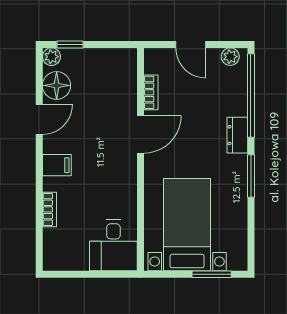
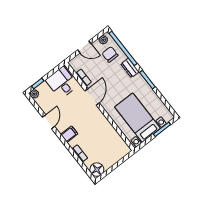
floor lamp: (57, 85) -> (97, 170), moved
chair: (222, 89) -> (110, 54), added
desk: (113, 245) -> (62, 83), moved, turned 180

